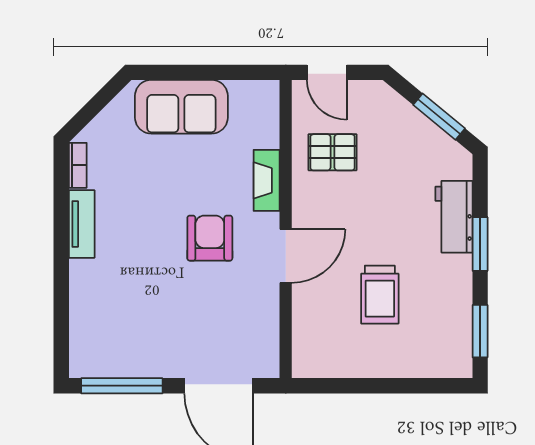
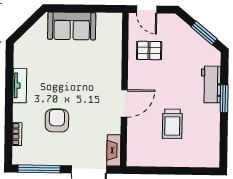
bookcase: (78, 165) -> (17, 134), moved
fireplace: (267, 180) -> (114, 150), moved
armchair: (210, 238) -> (57, 120), moved
window: (480, 331) -> (224, 143), removed

